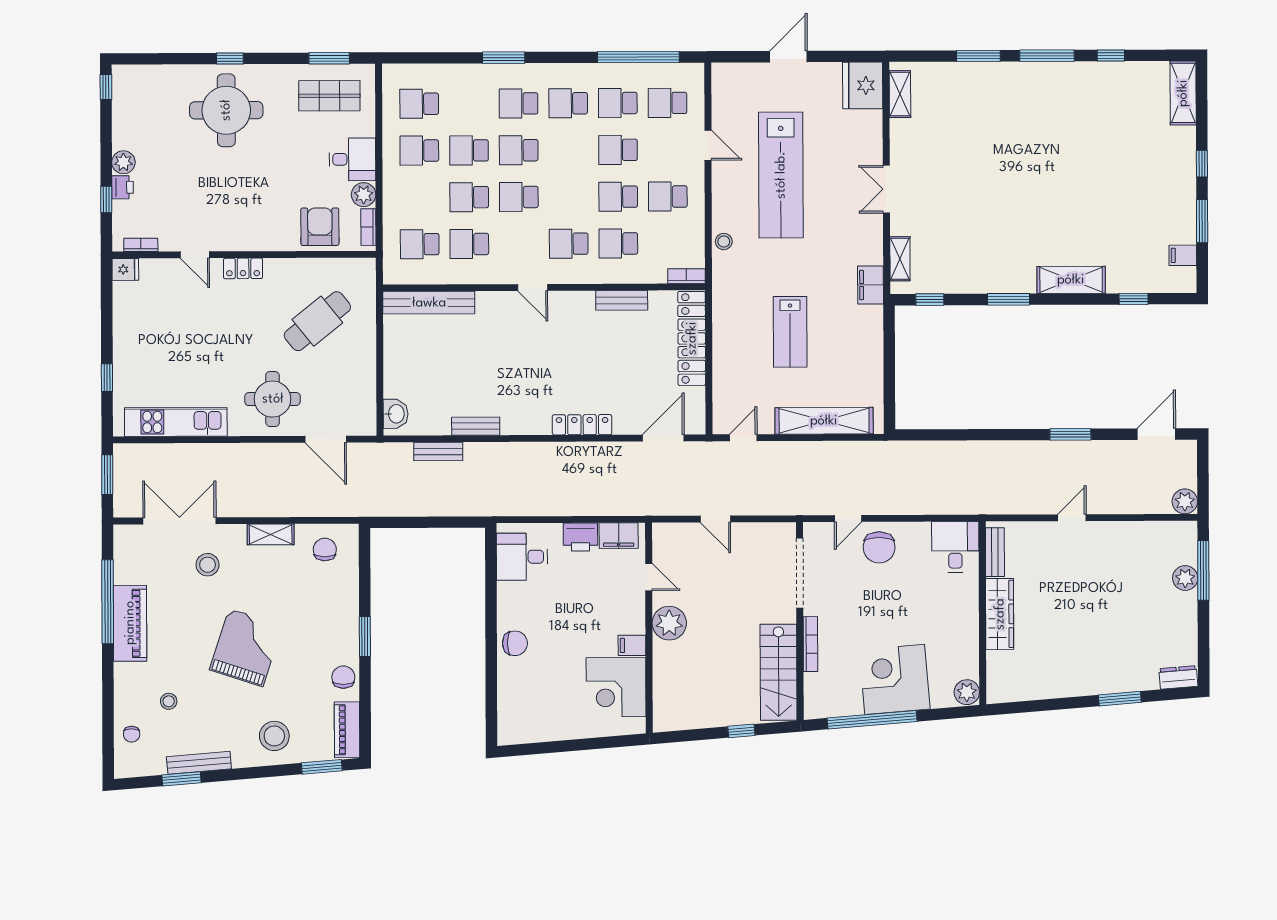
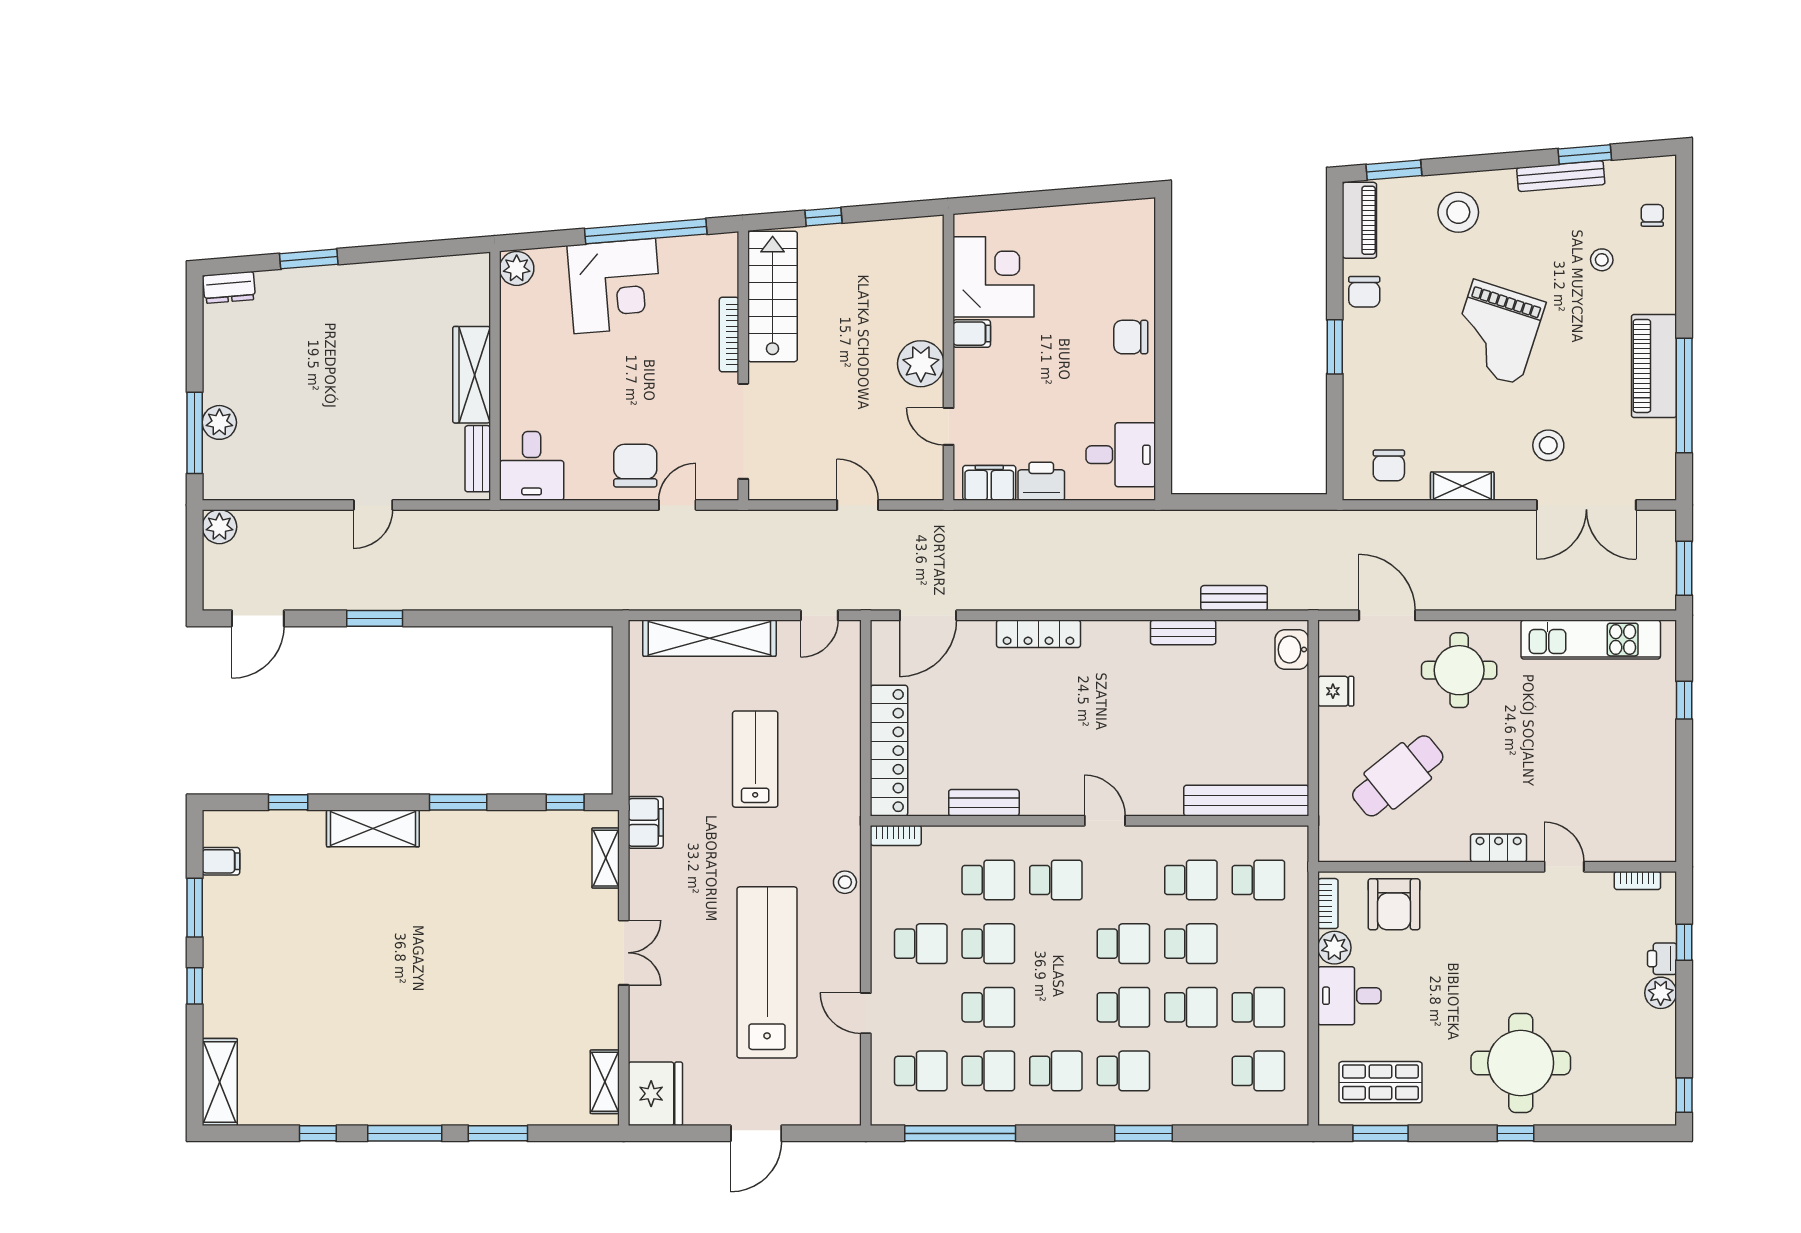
fridge: (125, 269) -> (1336, 691), moved, turned 180

